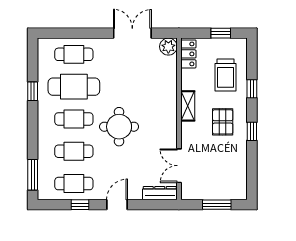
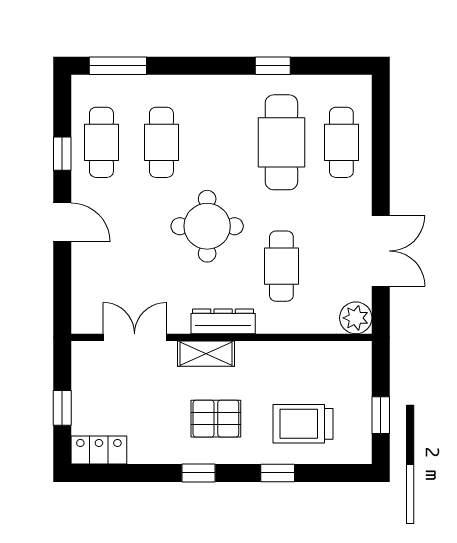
locker: (188, 54) -> (99, 450), moved, turned 180
shelving: (188, 106) -> (206, 354), moved
cafe table: (74, 119) -> (281, 266), moved
dresser: (160, 193) -> (223, 321), moved, turned -90
window: (217, 205) -> (62, 408), width x0.67

